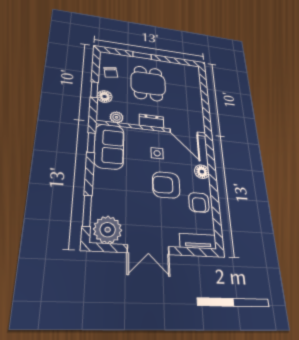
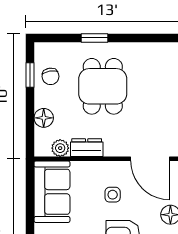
window: (94, 90) -> (30, 75), moved
dresser: (151, 121) -> (87, 148), moved
window: (91, 143) -> (30, 189), removed

